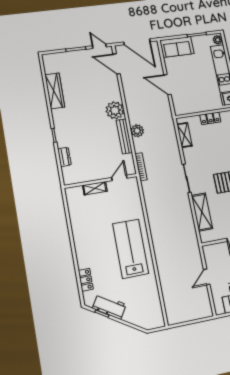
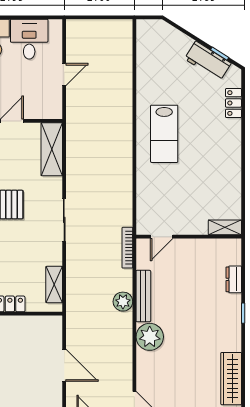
shelving: (95, 188) -> (225, 227), moved
shelving: (202, 212) -> (52, 149), moved
lab bench: (131, 249) -> (164, 134), width x0.73, depth x0.72

